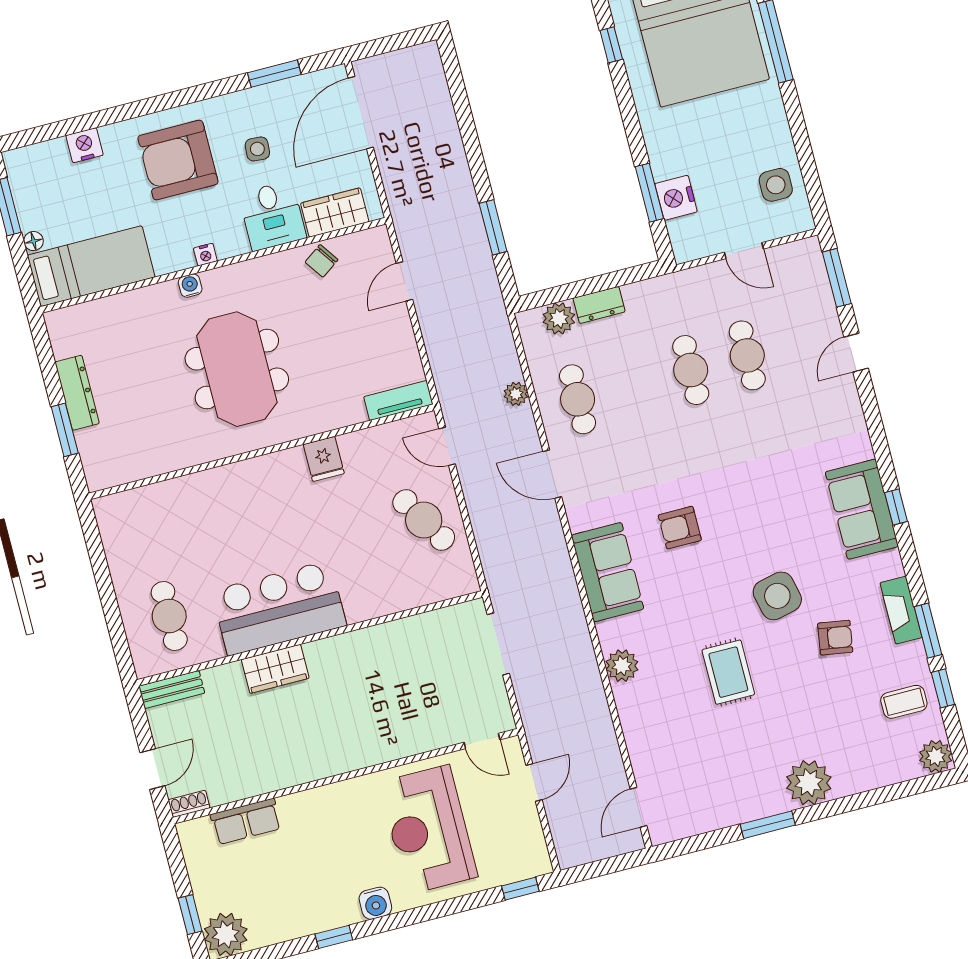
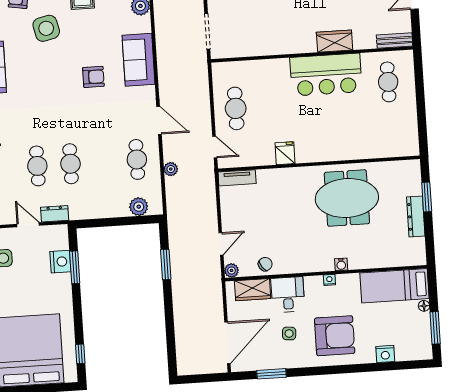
plant: (378, 239) -> (232, 270), added
dresser: (599, 305) -> (55, 214), moved
meeting table: (237, 369) -> (347, 198), moved, turned 90
cafe table: (424, 520) -> (236, 108), turned 31

